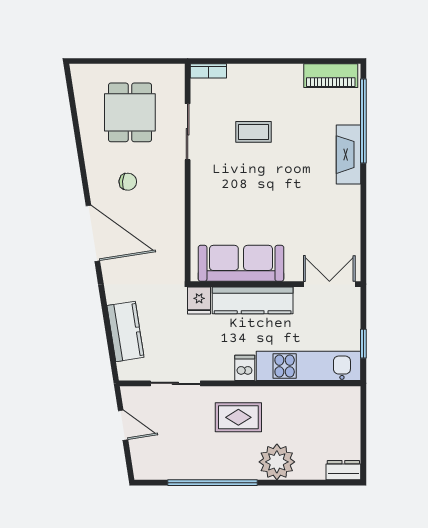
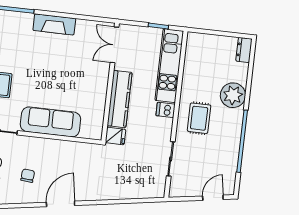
fireplace: (349, 155) -> (54, 24), moved
door: (93, 233) -> (61, 204), width x0.73
sofa: (241, 263) -> (50, 122), moved, turned 90
kitchen counter: (125, 331) -> (131, 189), removed
door: (123, 425) -> (213, 198), moved

